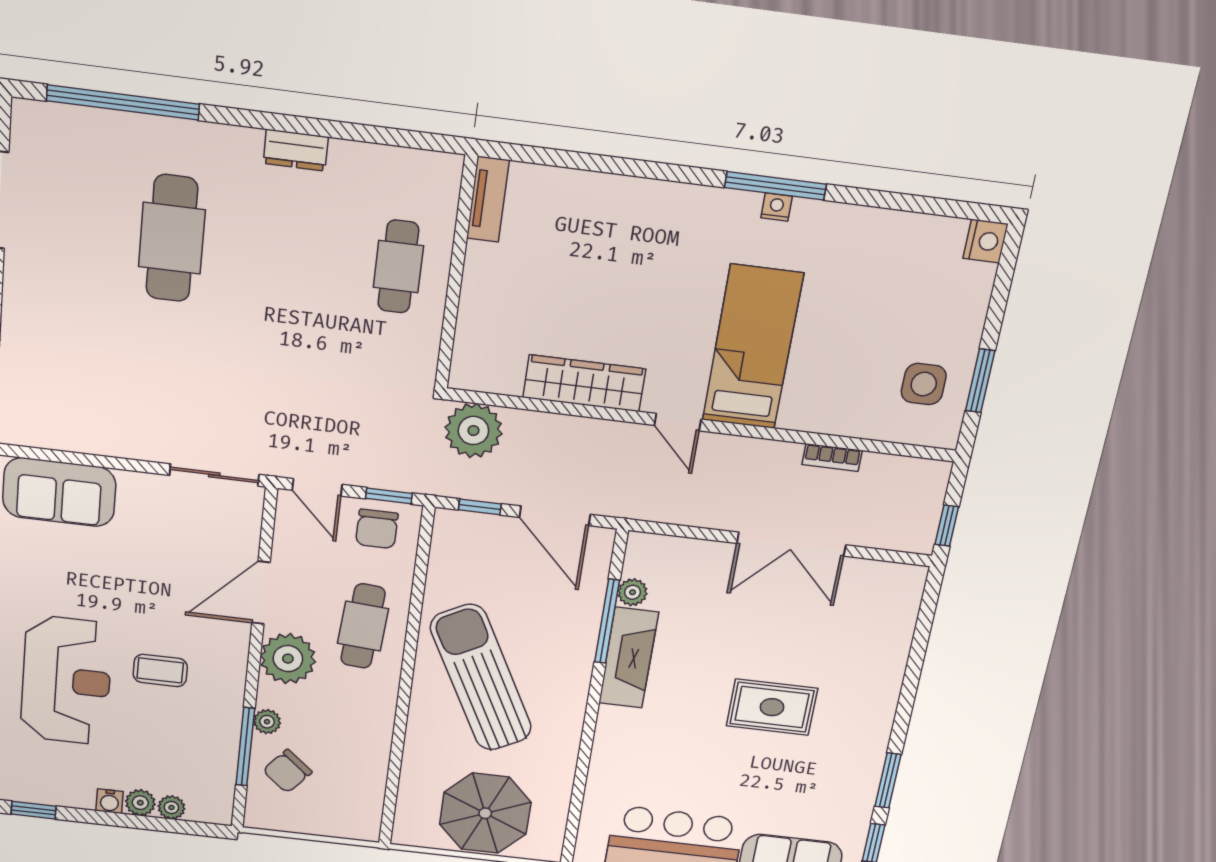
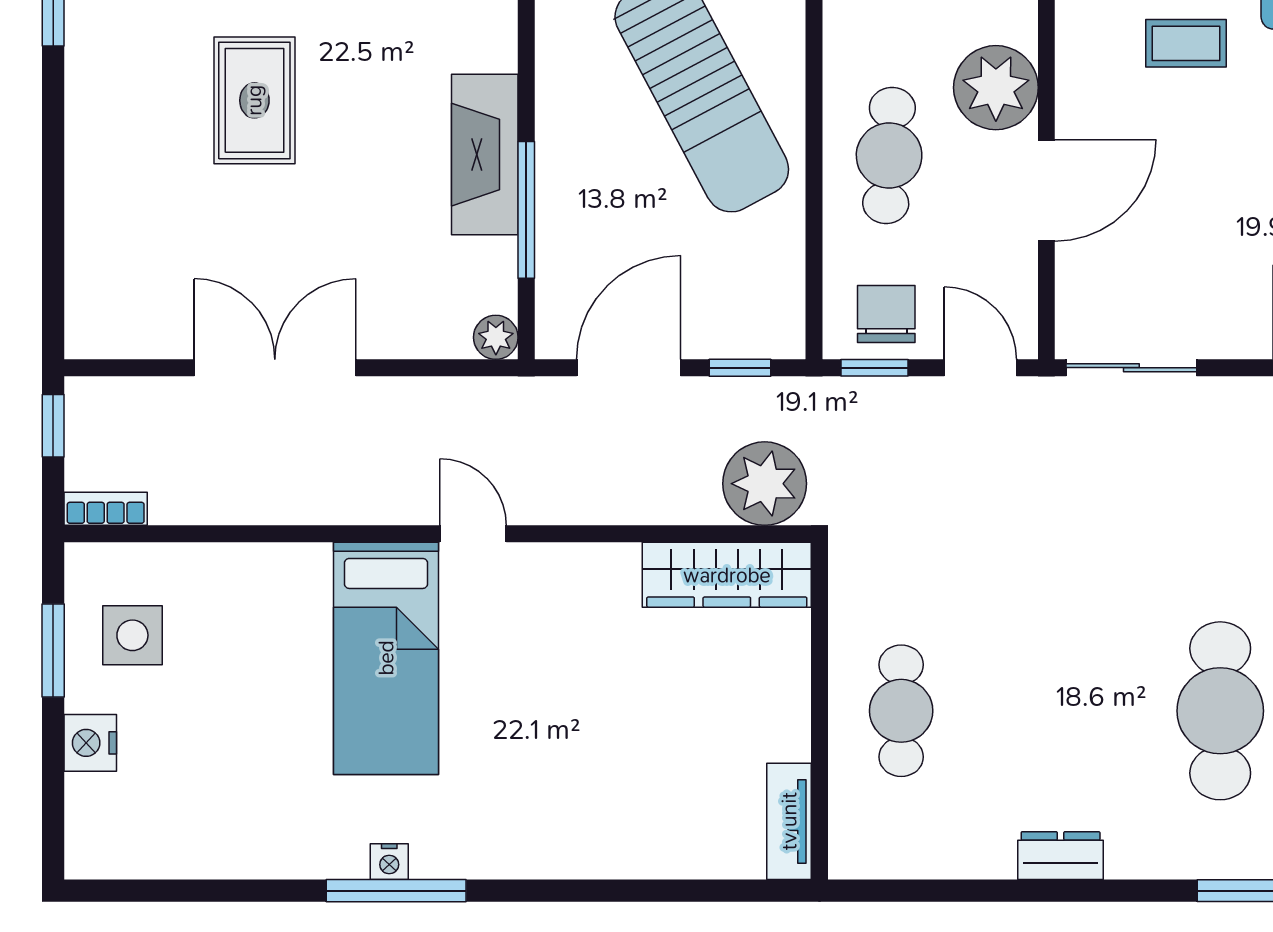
nightstand: (986, 241) -> (90, 743), moved
wardrobe: (584, 383) -> (727, 575), moved
bookcase: (832, 457) -> (106, 509), moved
door: (555, 516) -> (629, 368), hinge flipped
plant: (633, 592) -> (496, 337), moved
rug: (772, 707) -> (254, 100), turned 90

